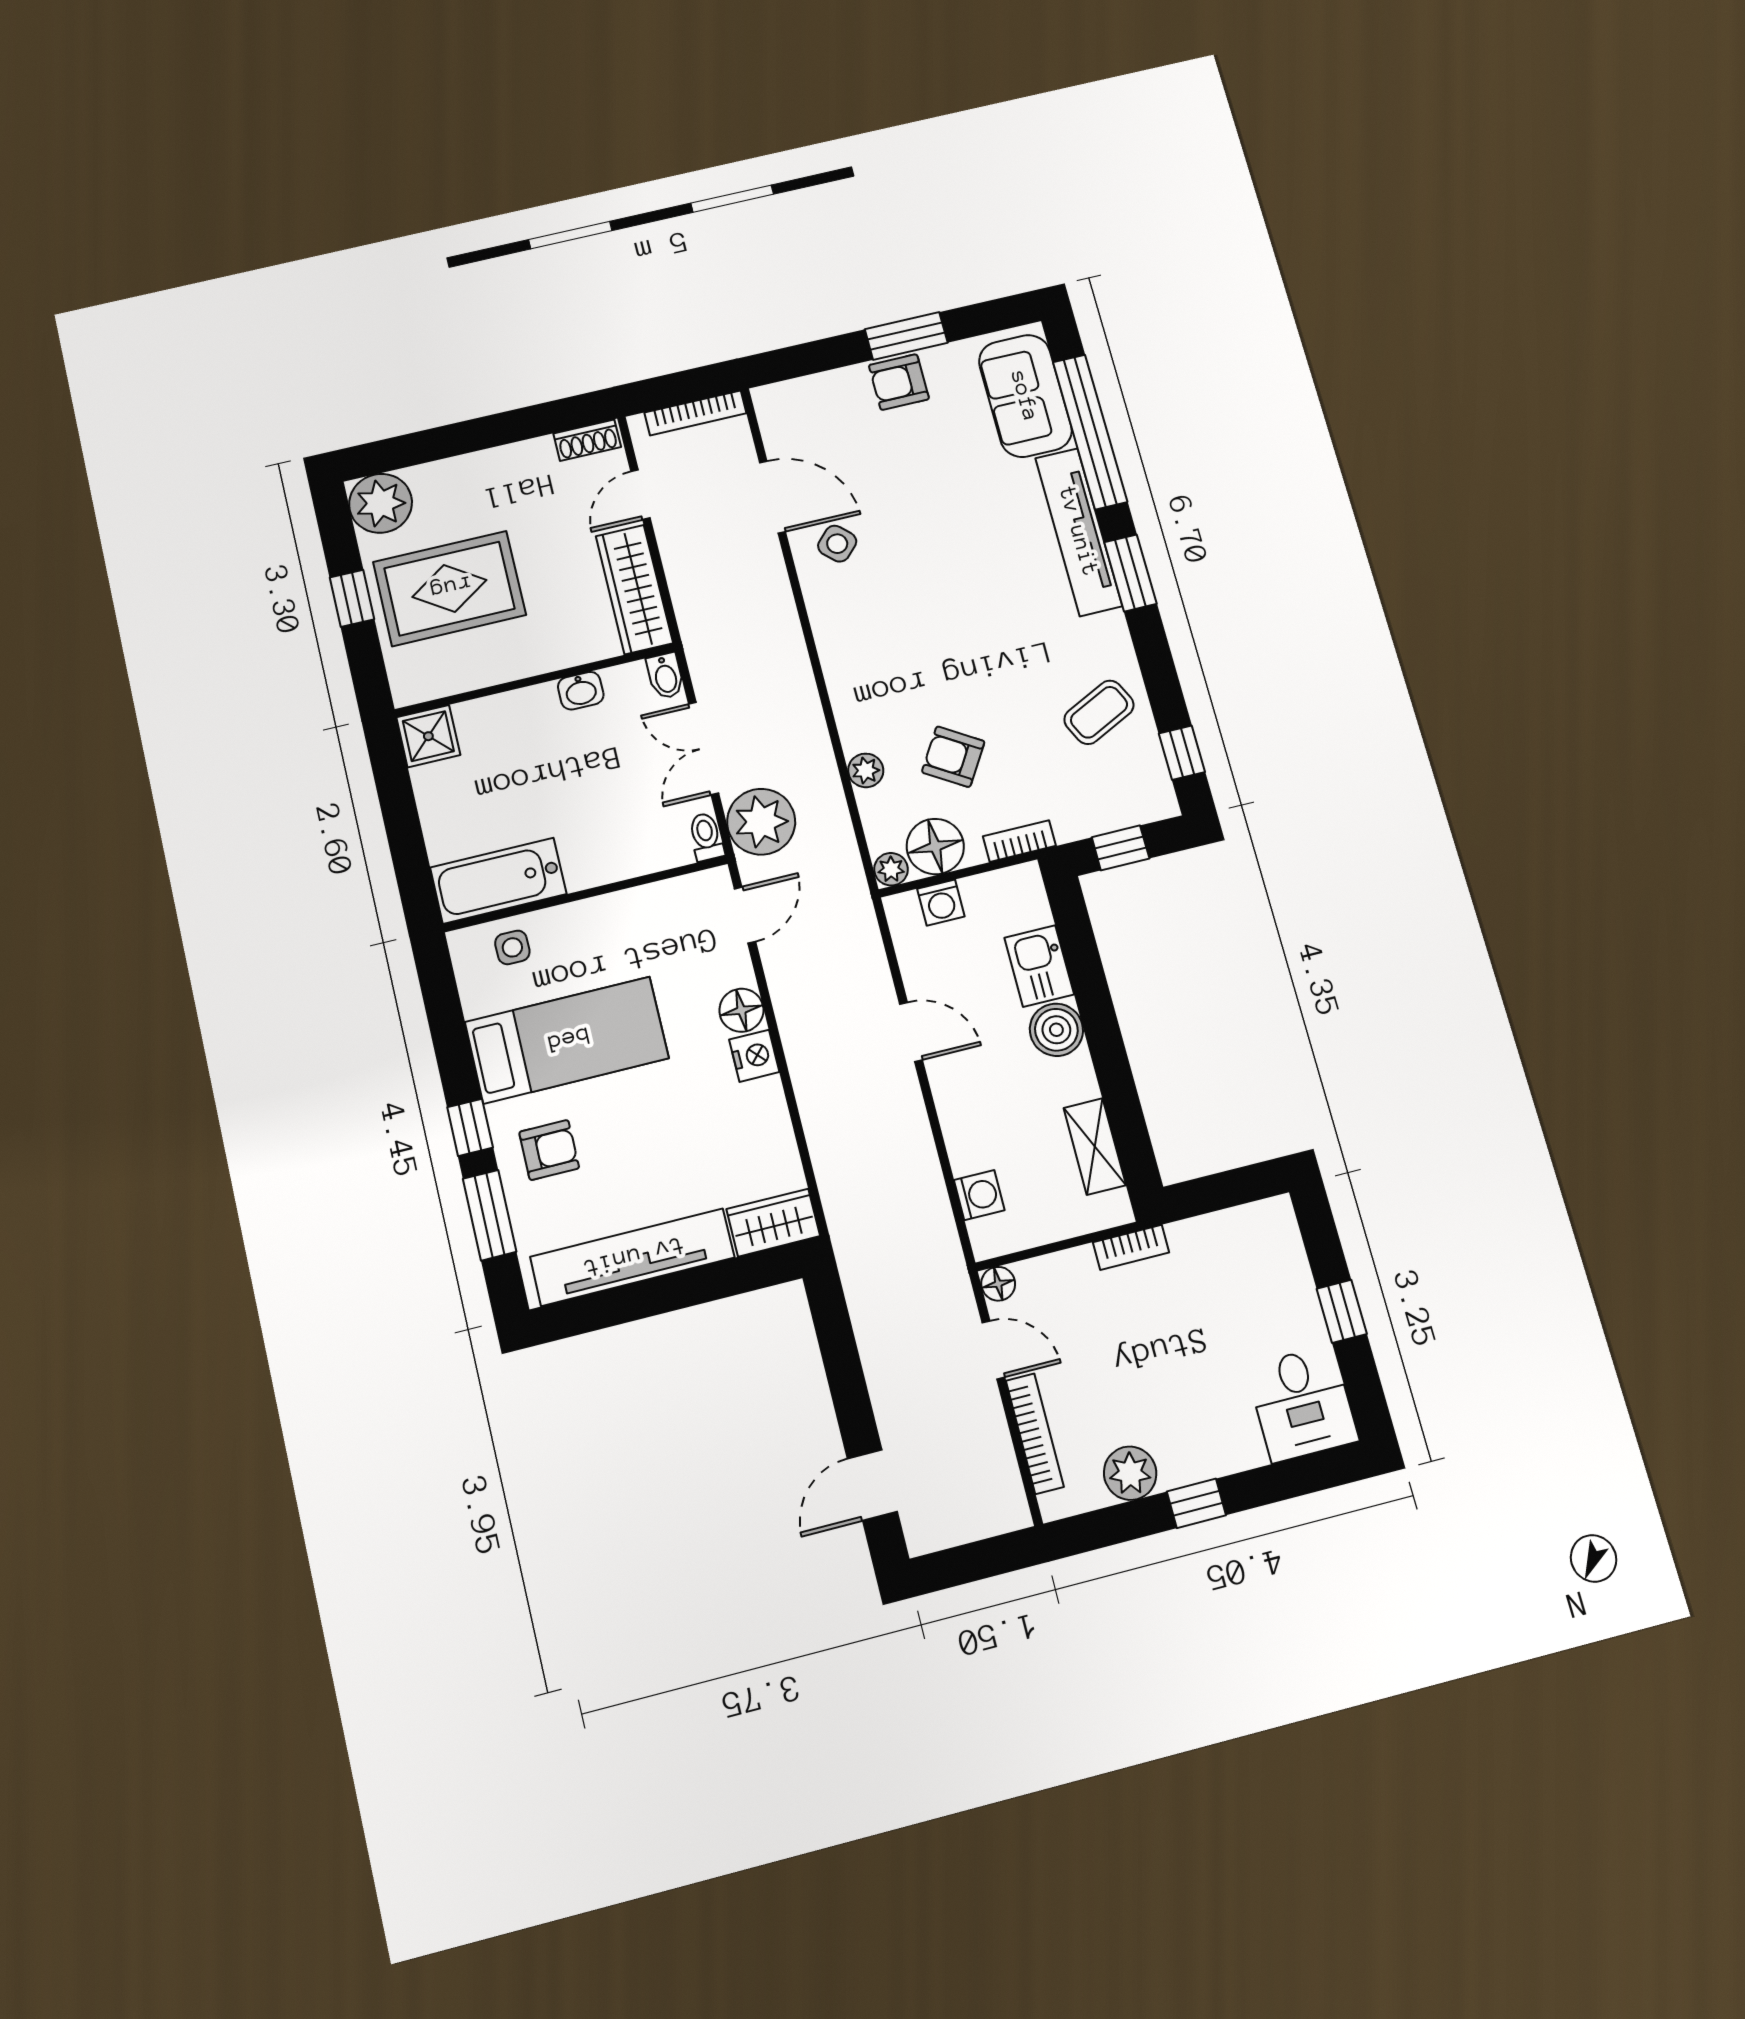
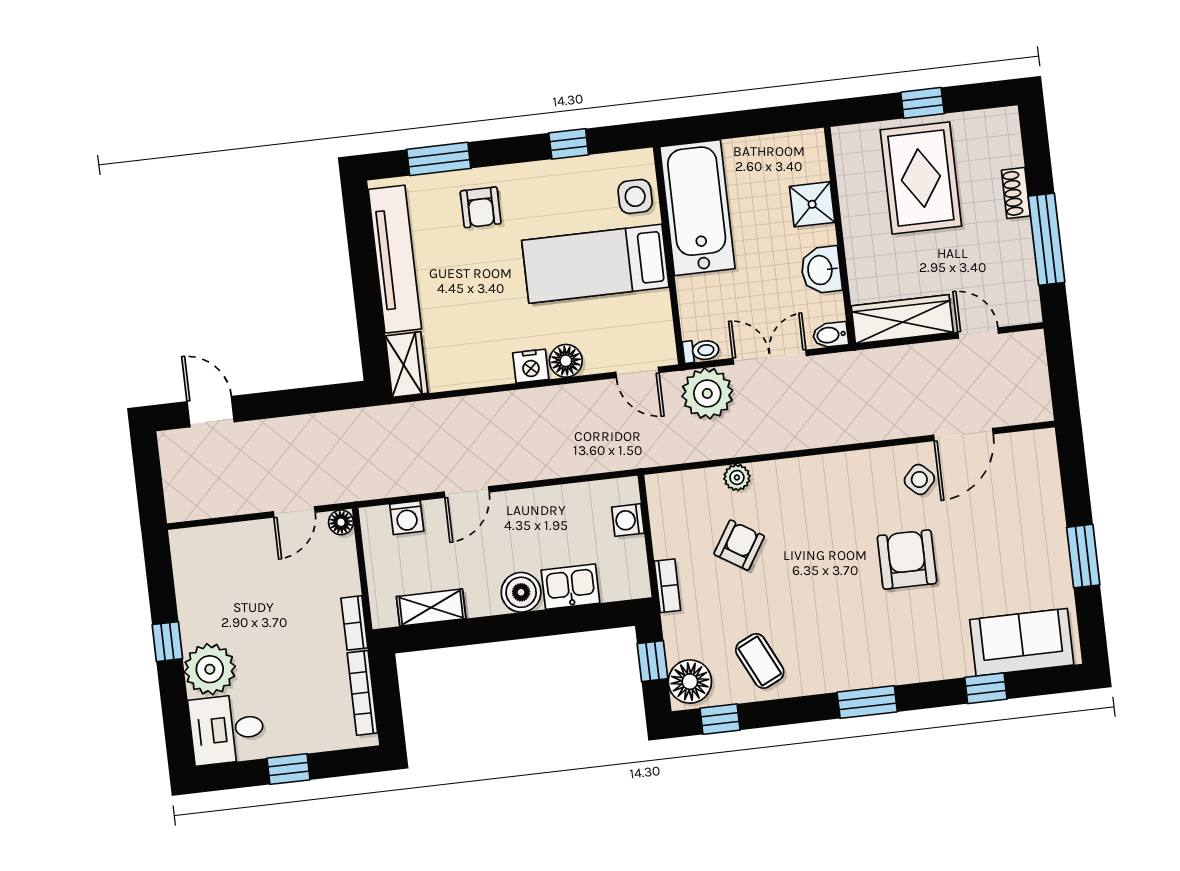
armchair: (899, 382) -> (907, 560), moved, width x1.38, depth x1.38
bookcase: (695, 413) -> (1040, 383), removed
window: (511, 427) -> (1046, 239), added
window: (1090, 432) -> (986, 688), width x0.32
shoe rack: (587, 440) -> (1016, 193), moved
plant: (381, 503) -> (996, 132), removed
tv unit: (1079, 532) -> (905, 667), removed
washbasin: (581, 691) -> (821, 270), width x1.38, depth x1.45
shower: (428, 736) -> (812, 204), moved
floor lamp: (935, 846) -> (690, 682), moved
plant: (891, 869) -> (658, 486), removed
bathtub: (498, 881) -> (697, 208), width x1.36, depth x1.36
side table: (512, 947) -> (635, 196), width x1.37, depth x1.37
door: (911, 1032) -> (467, 492), moved
bed: (567, 1040) -> (595, 264), moved, turned 90
window: (470, 1127) -> (569, 144), moved
bookcase: (1035, 1434) -> (362, 693), moved, turned 90
plant: (1130, 1473) -> (210, 669), moved, width x1.36, depth x1.36

